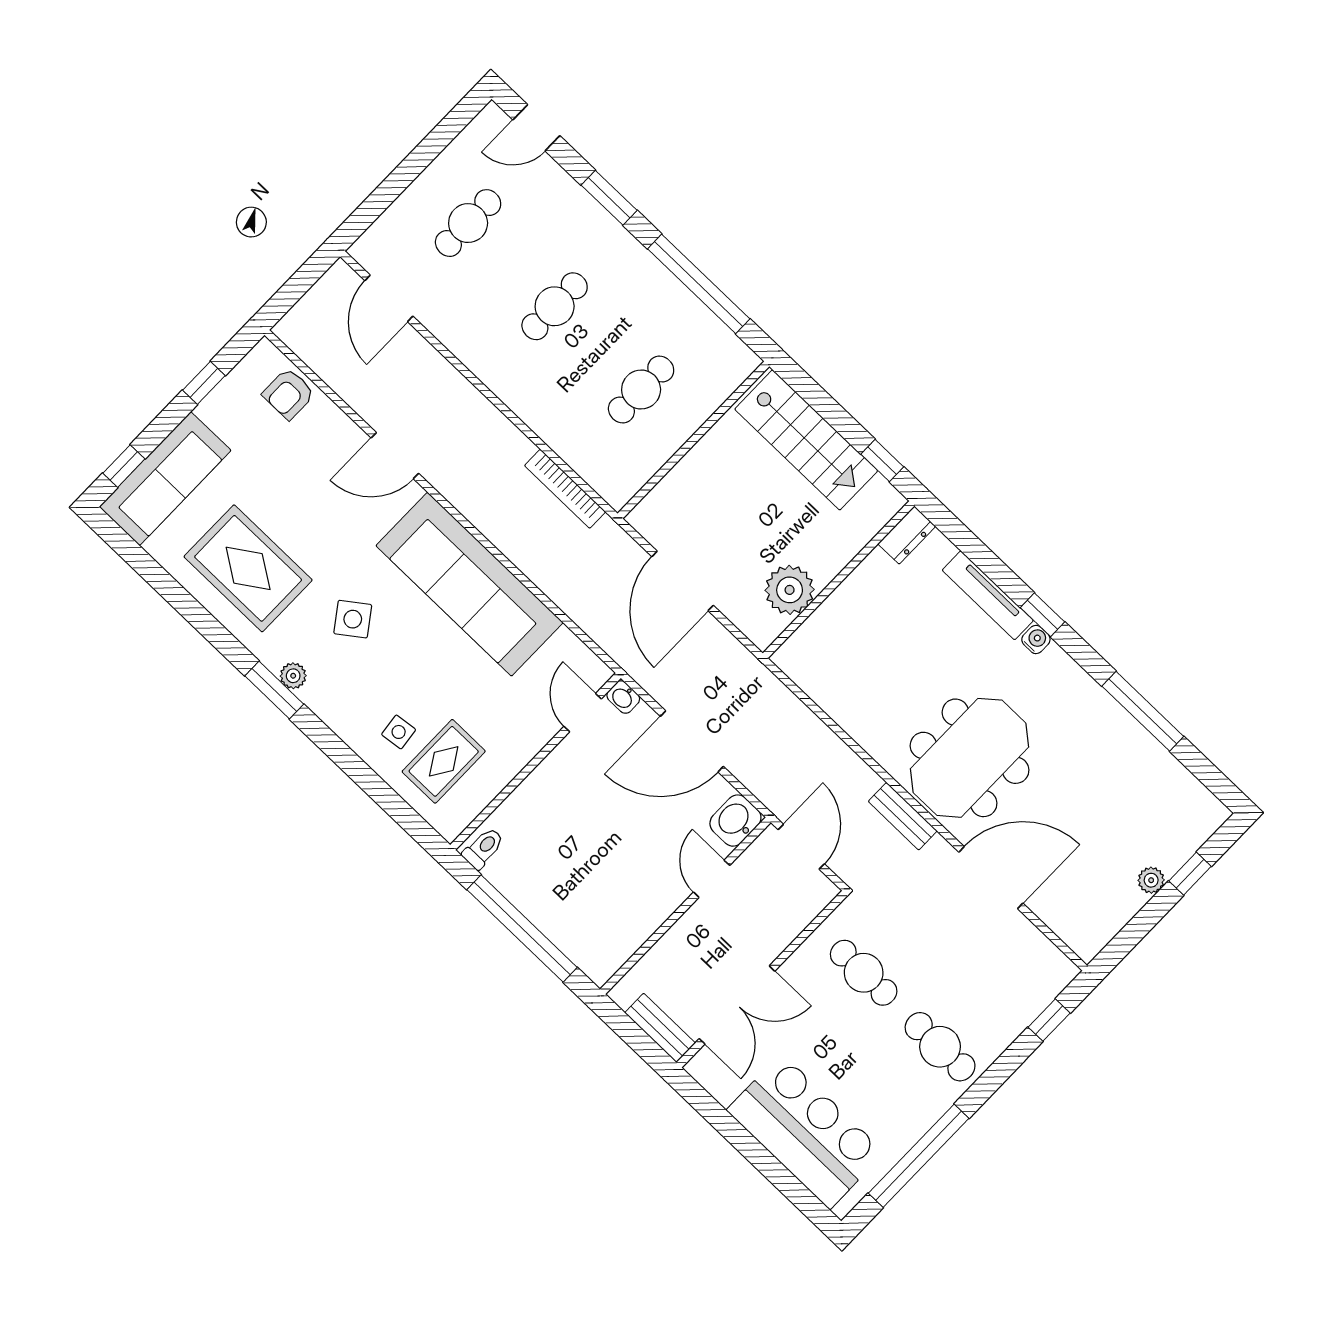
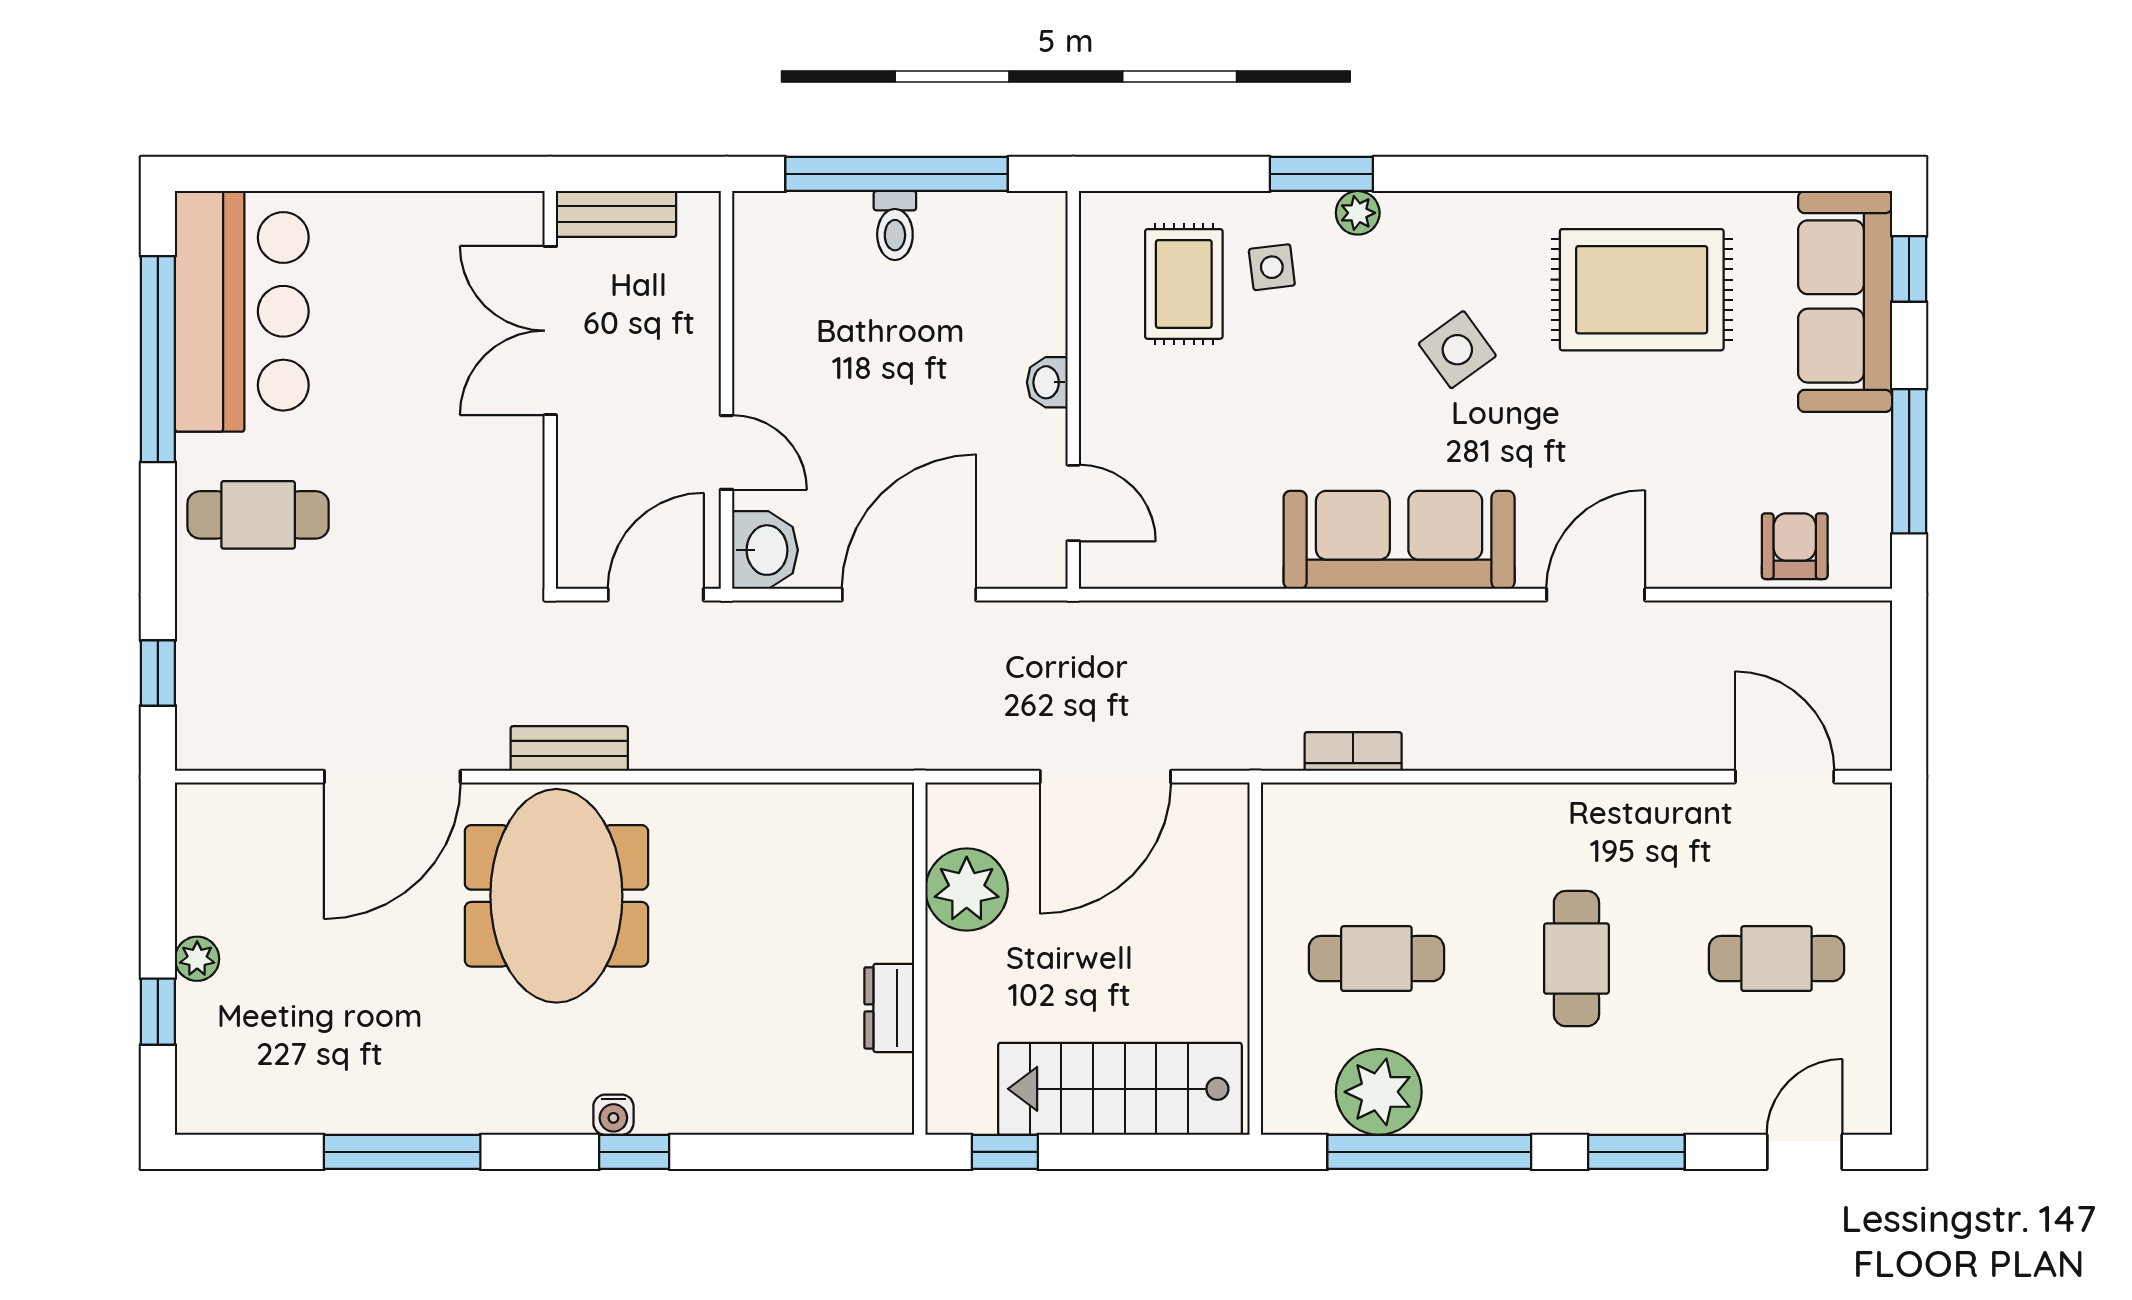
cafe table: (468, 223) -> (1777, 959), turned 90
plant: (696, 331) -> (1379, 1092), added
window: (204, 383) -> (1909, 461), width x2.17
cafe table: (641, 390) -> (1376, 959), turned 90
bookcase: (565, 489) -> (1353, 752), width x0.64
dresser: (907, 535) -> (889, 1008), moved
door: (683, 581) -> (1105, 777), swing flipped
sofa: (470, 584) -> (1399, 540), width x0.74, depth x0.79
tv unit: (988, 595) -> (722, 1112), removed
plant: (293, 676) -> (1358, 213), moved
window: (274, 690) -> (1321, 174), moved
washbasin: (623, 697) -> (1047, 382), moved, turned -90
door: (801, 847) -> (656, 595), swing flipped
toilet: (483, 848) -> (895, 226), moved
cafe table: (864, 973) -> (435, 515), removed
bar counter: (805, 1131) -> (242, 311), moved, turned -90

